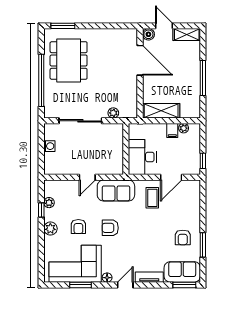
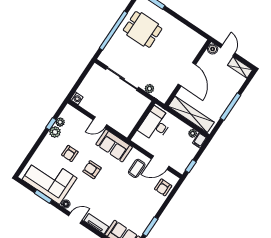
dining table: (69, 60) -> (143, 29), width x0.73
door: (140, 60) -> (187, 74), moved
shelving: (161, 111) -> (191, 114), width x1.47
filing cabinet: (172, 131) -> (200, 140), moved
washing machine: (49, 146) -> (76, 98), moved
desk: (142, 157) -> (156, 124), moved
plant: (50, 229) -> (55, 132), moved
armchair: (183, 237) -> (163, 187), moved

